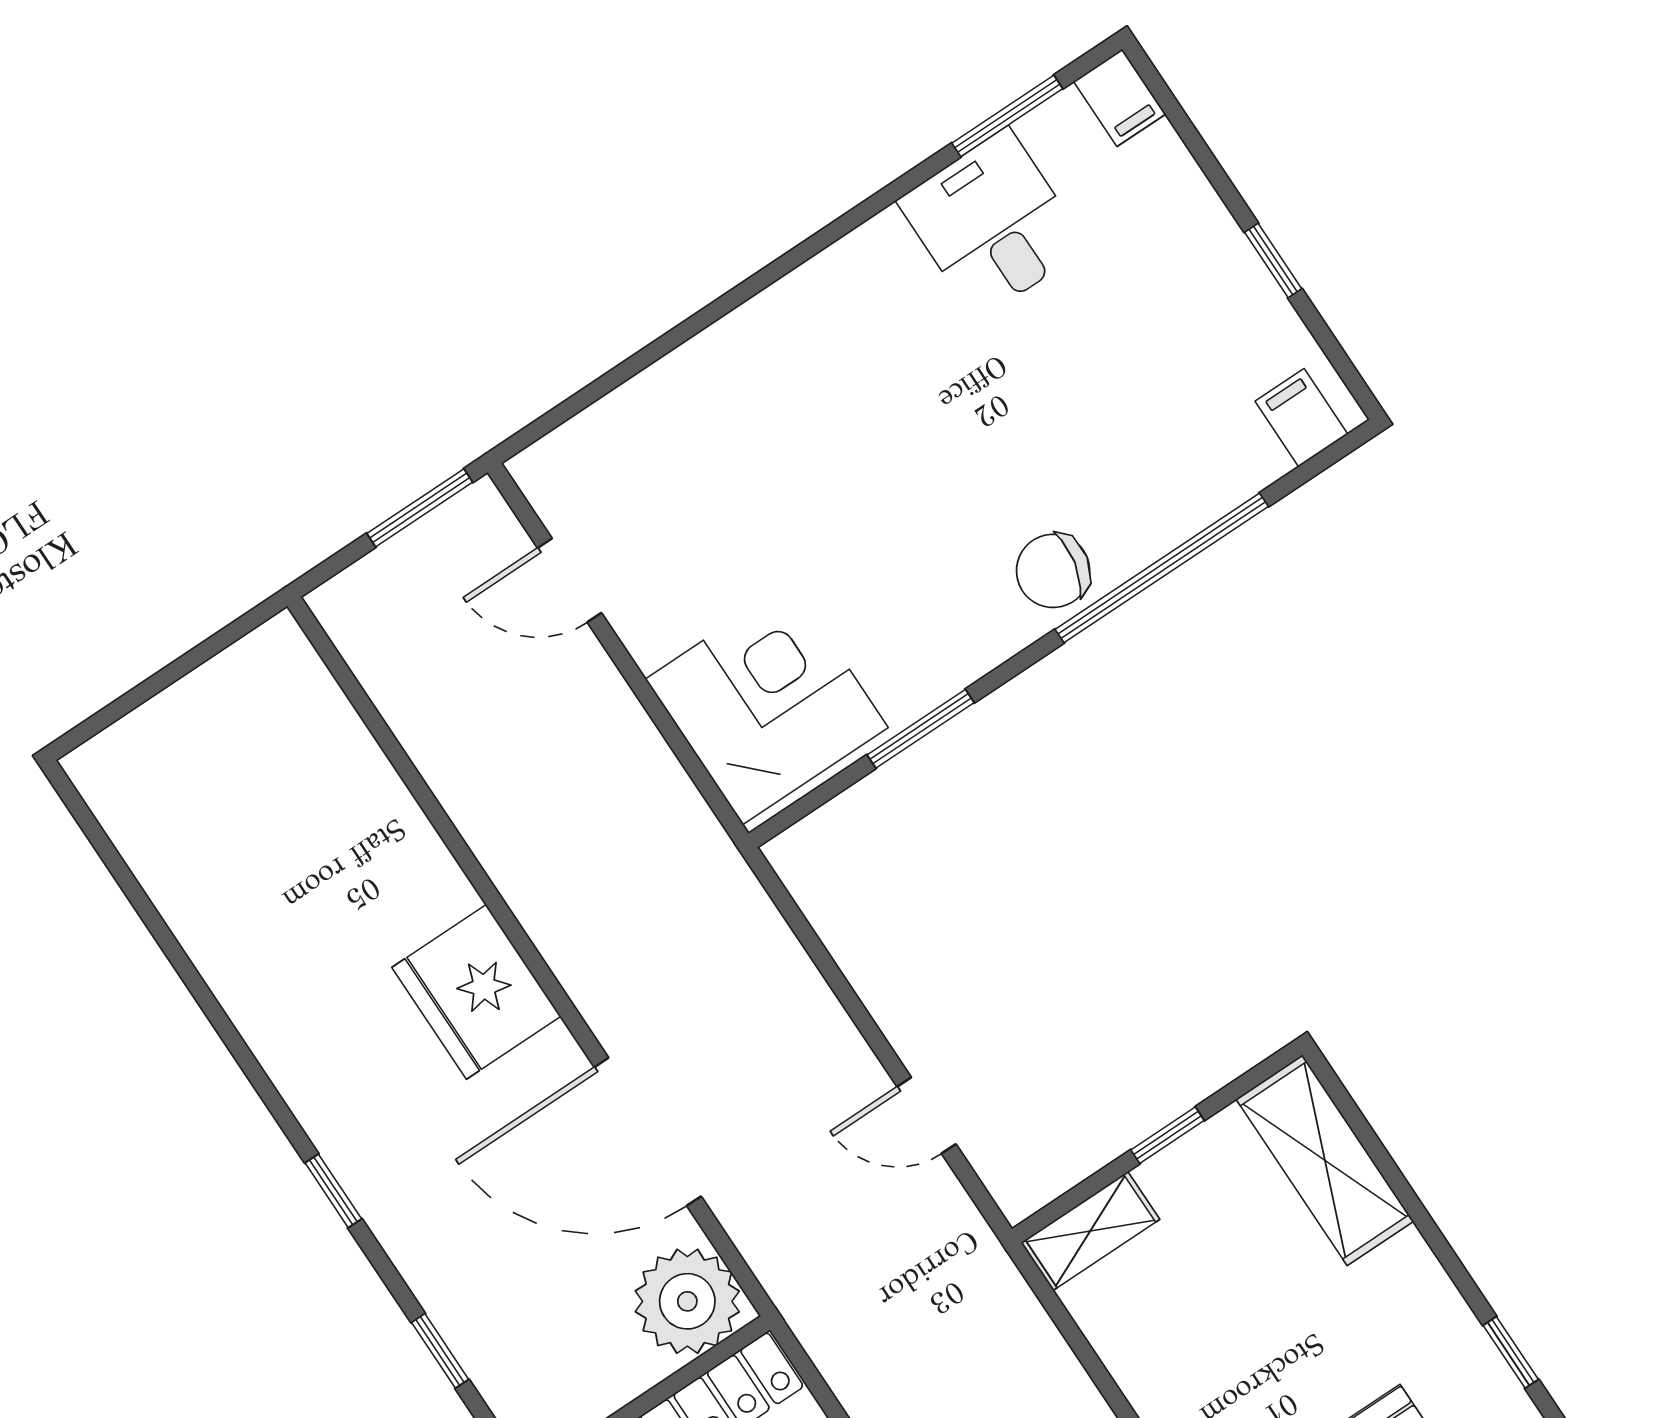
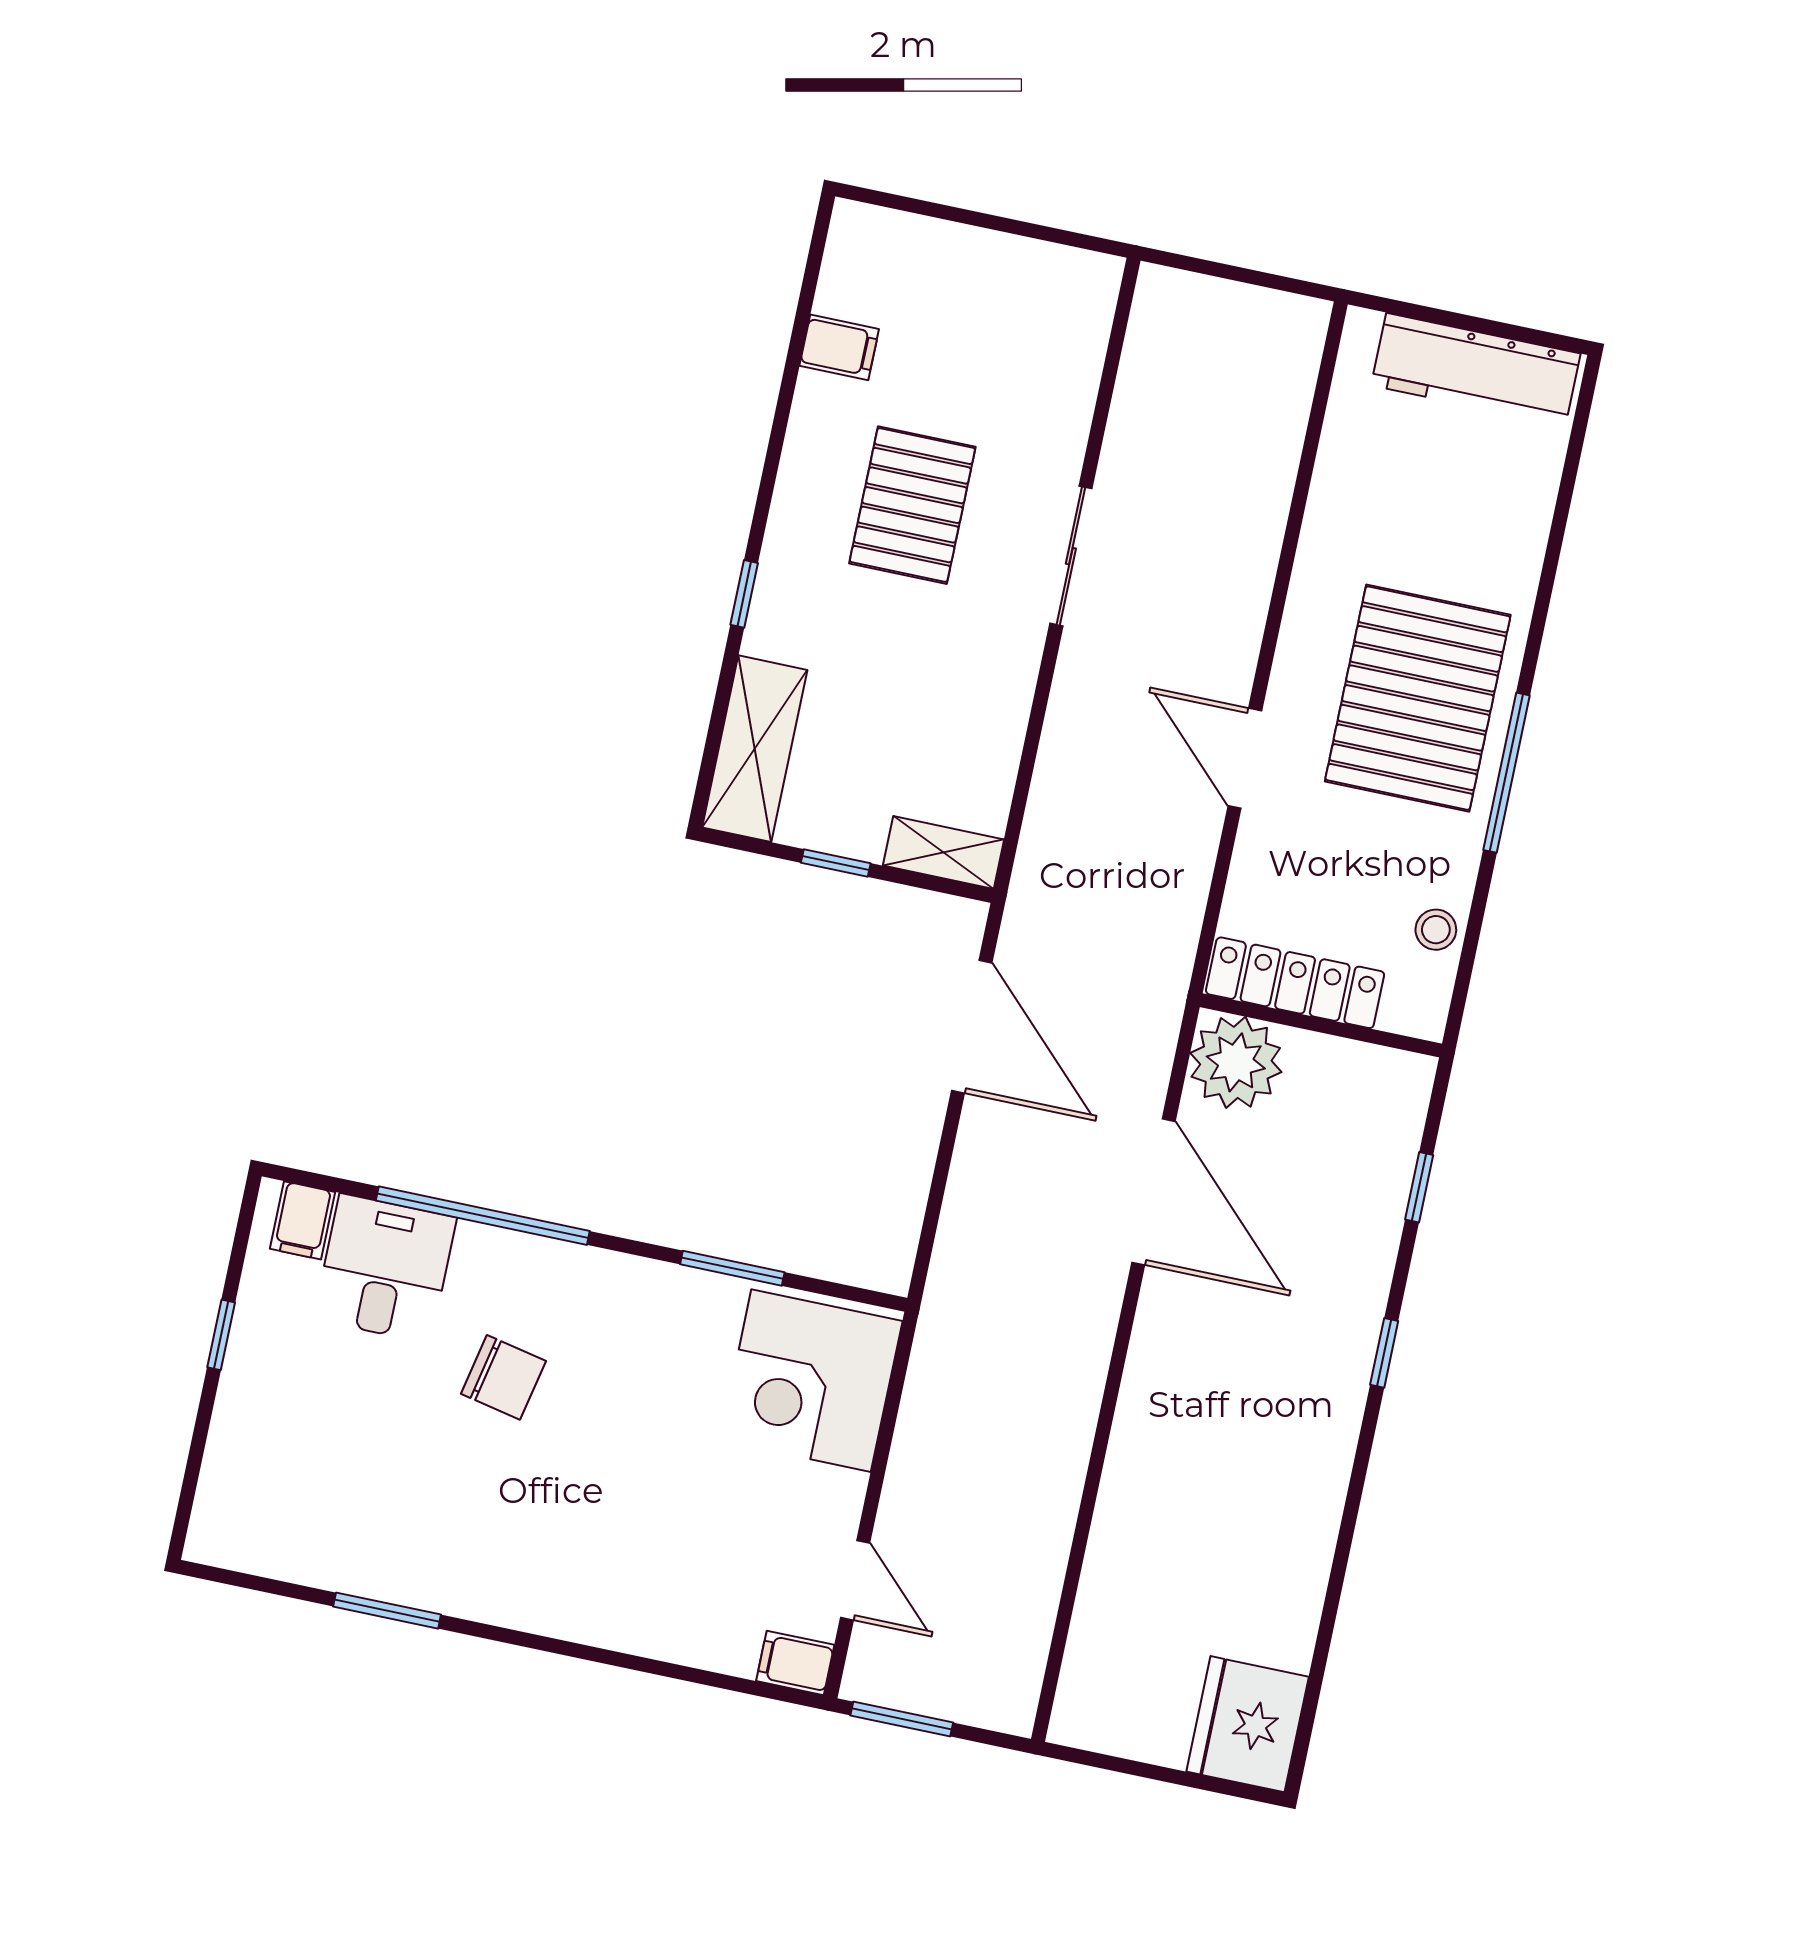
filing cabinet: (1120, 98) -> (795, 1663), moved, turned -90
window: (1007, 116) -> (387, 1611), moved
desk: (992, 224) -> (385, 1268), moved, turned 180
chair: (1053, 571) -> (503, 1377), moved
fridge: (476, 992) -> (1248, 1724), moved, turned 180
door: (926, 1115) -> (972, 1027), width x1.87
window: (1511, 1352) -> (744, 594), moved

